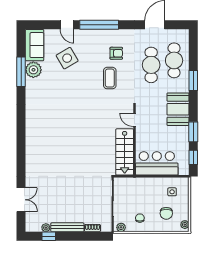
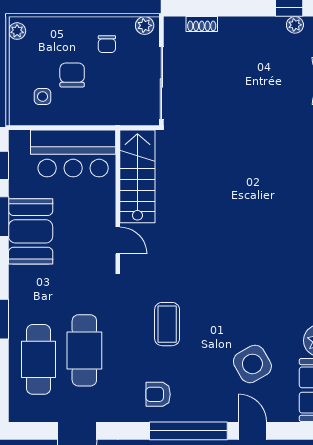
armchair: (116, 53) -> (158, 394), moved
booth: (178, 109) -> (31, 231), moved
chair: (166, 213) -> (72, 75), moved
bench: (67, 227) -> (252, 26), removed

